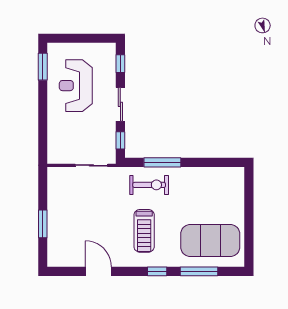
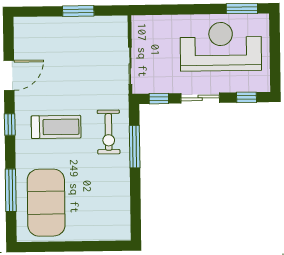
reception desk: (76, 86) -> (221, 47), width x1.36, depth x1.30
window: (43, 224) -> (78, 11), moved
treadmill: (144, 231) -> (56, 127), turned 180
window: (157, 271) -> (10, 124), moved

